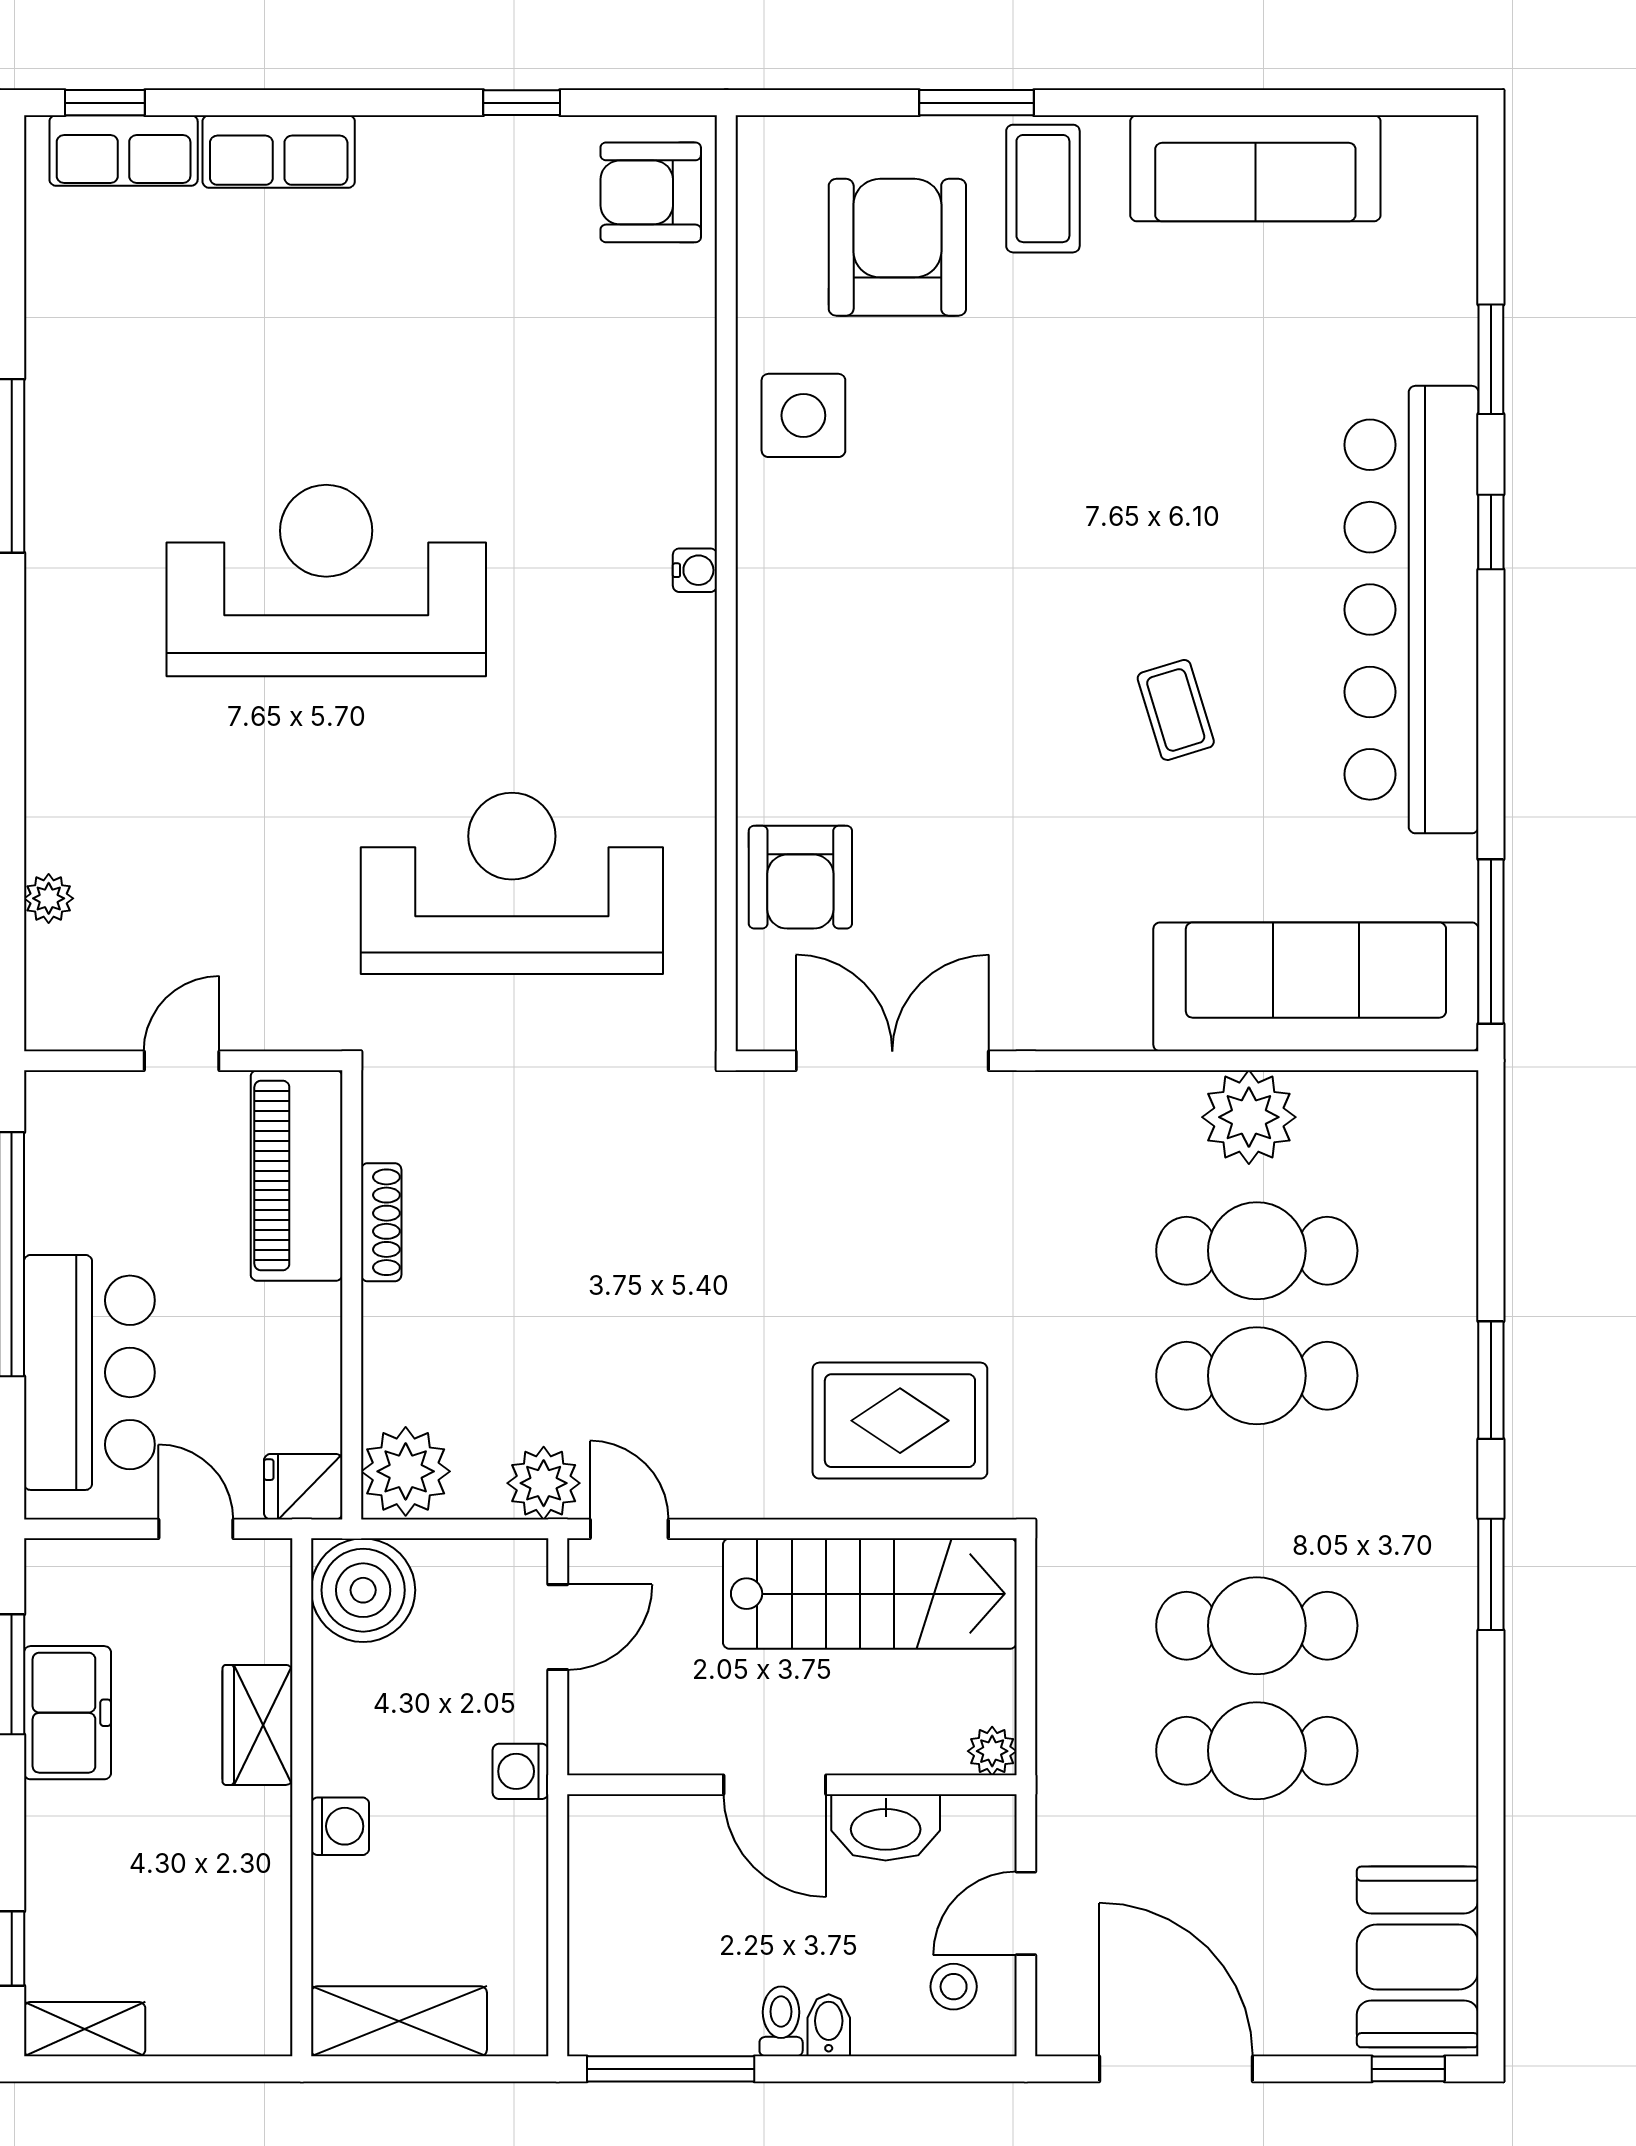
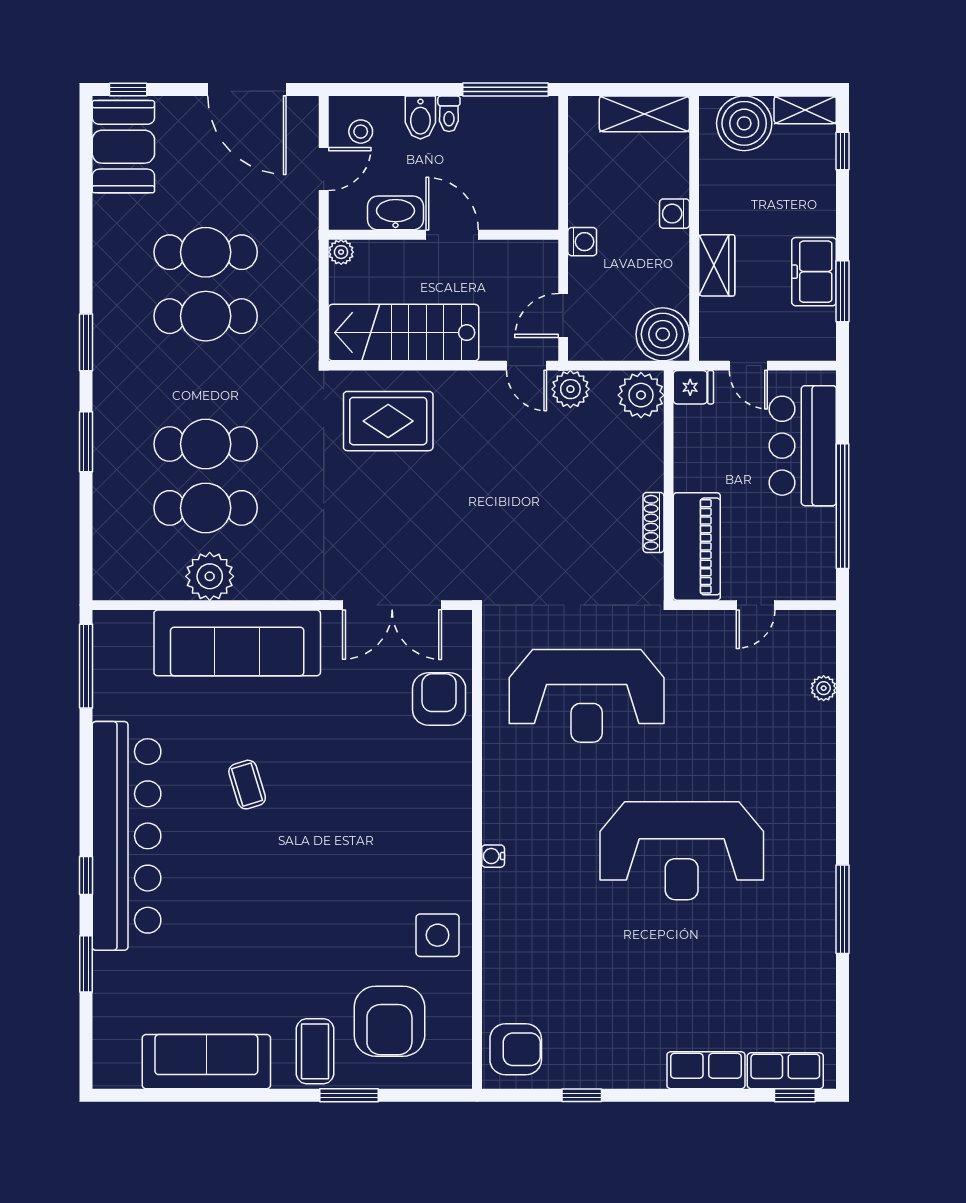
sofa: (1316, 987) -> (237, 643), moved
boiler: (204, 2003) -> (744, 123), added
bidet: (829, 2025) -> (420, 118), width x1.38, depth x1.36

